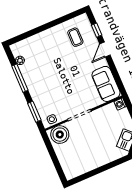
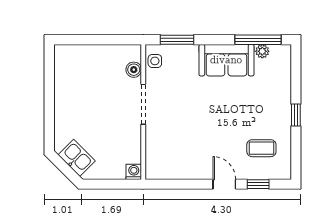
window: (48, 26) -> (296, 115), added
window: (20, 78) -> (258, 40), moved
sofa: (106, 84) -> (226, 60), moved, turned 180
boiler: (60, 135) -> (134, 70), width x0.54, depth x0.54

